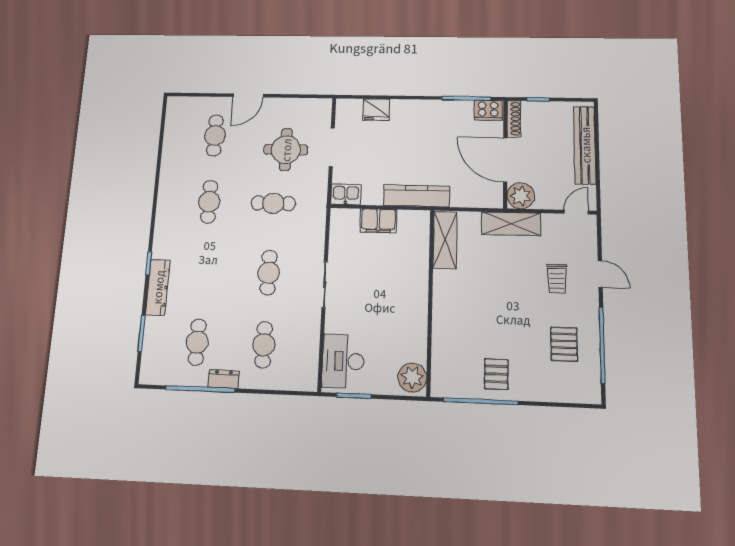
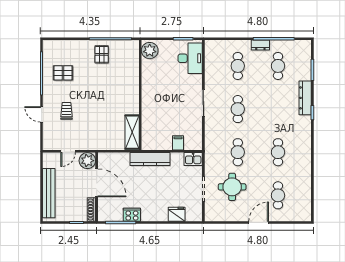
cooker: (488, 110) -> (132, 215), moved
cafe table: (273, 203) -> (238, 152), turned 90
door: (576, 212) -> (68, 151), moved
filing cabinet: (378, 221) -> (178, 143), width x0.50
shelving: (511, 224) -> (93, 143), removed
pallet: (564, 344) -> (63, 73), turned 90

